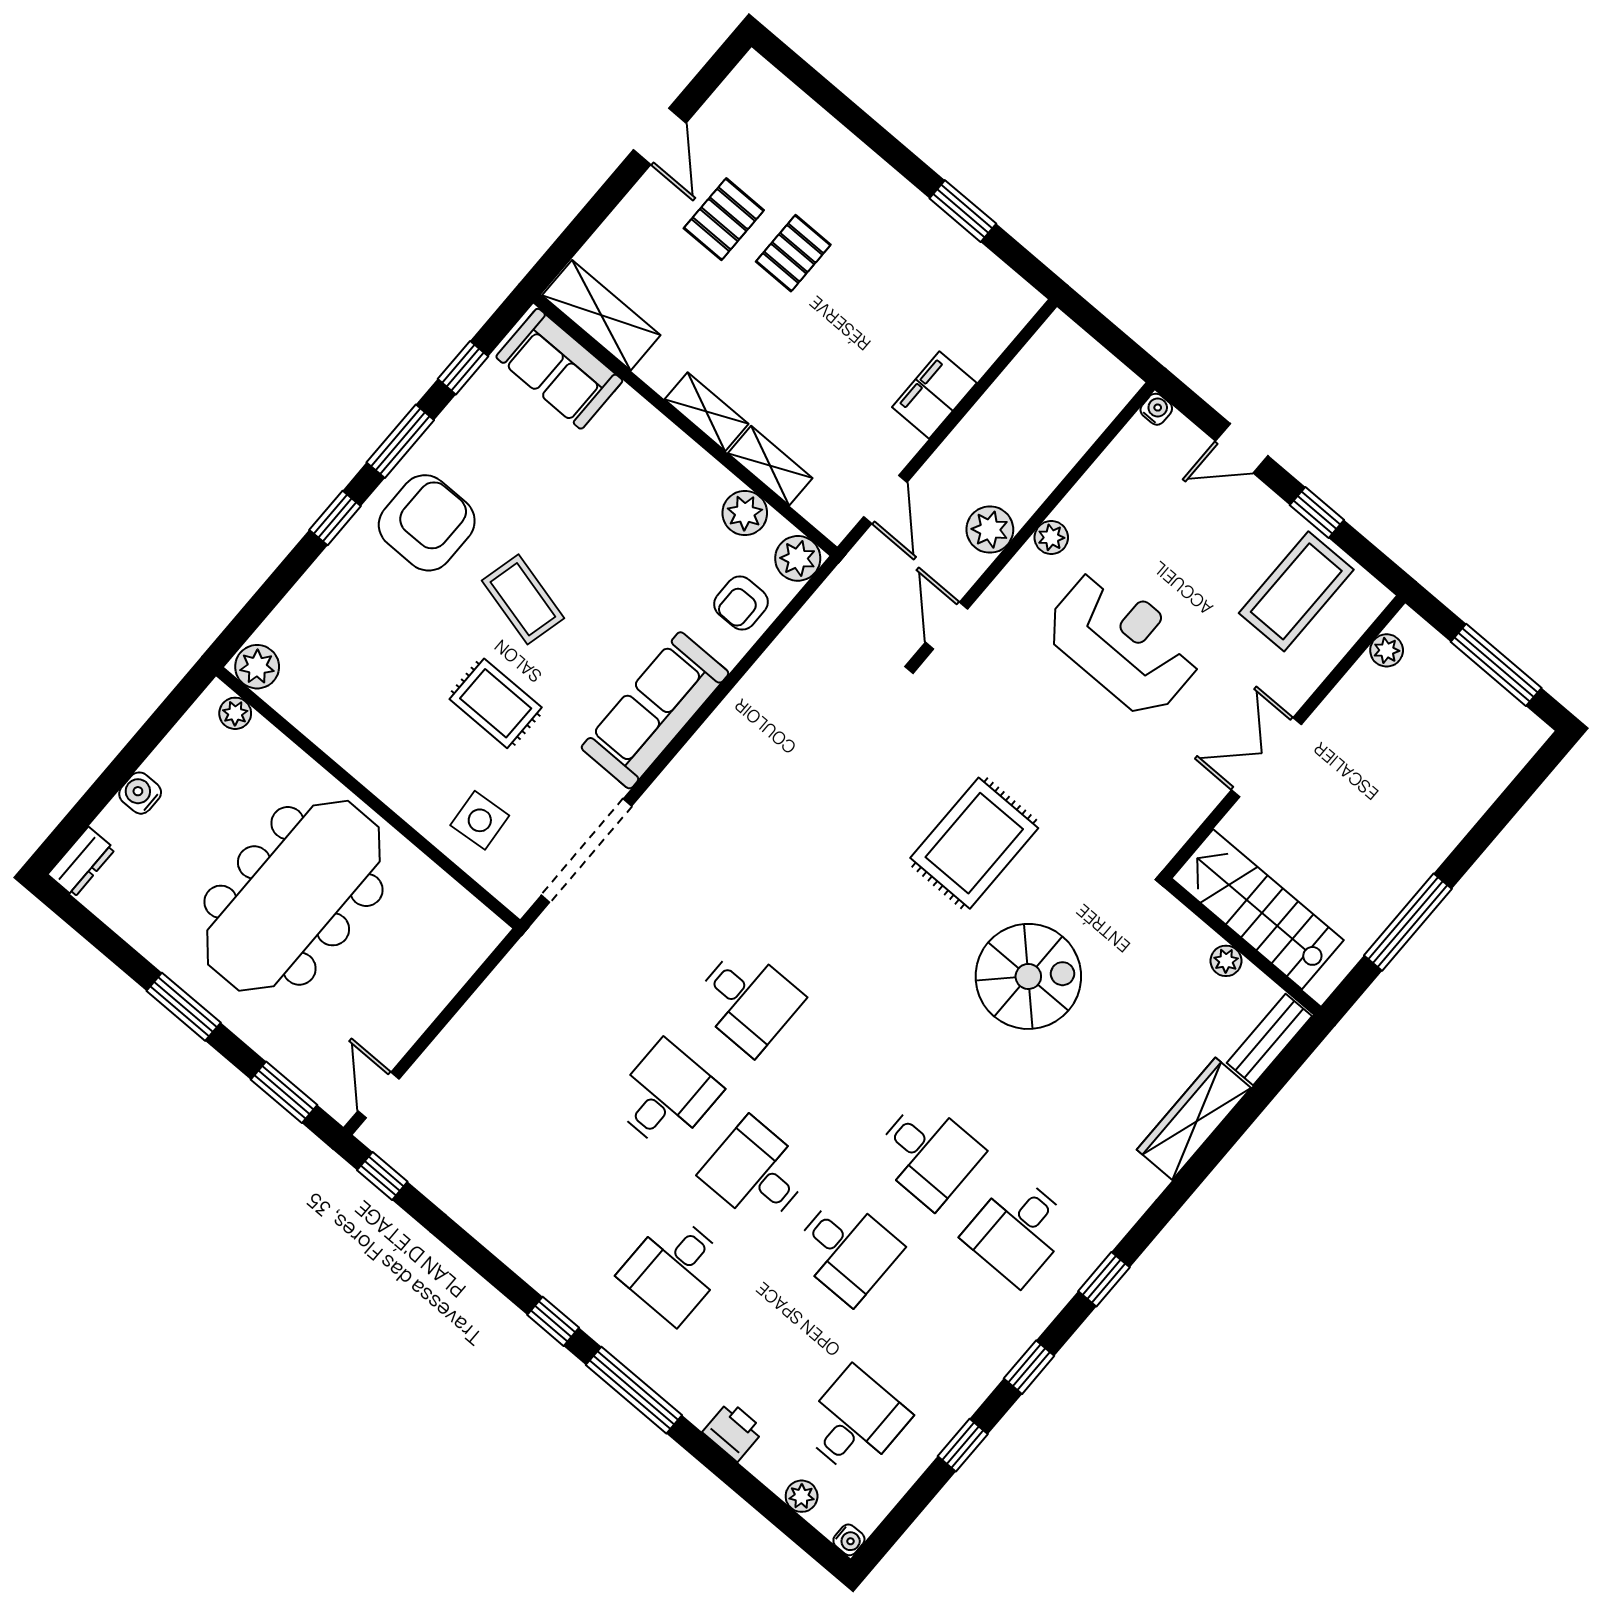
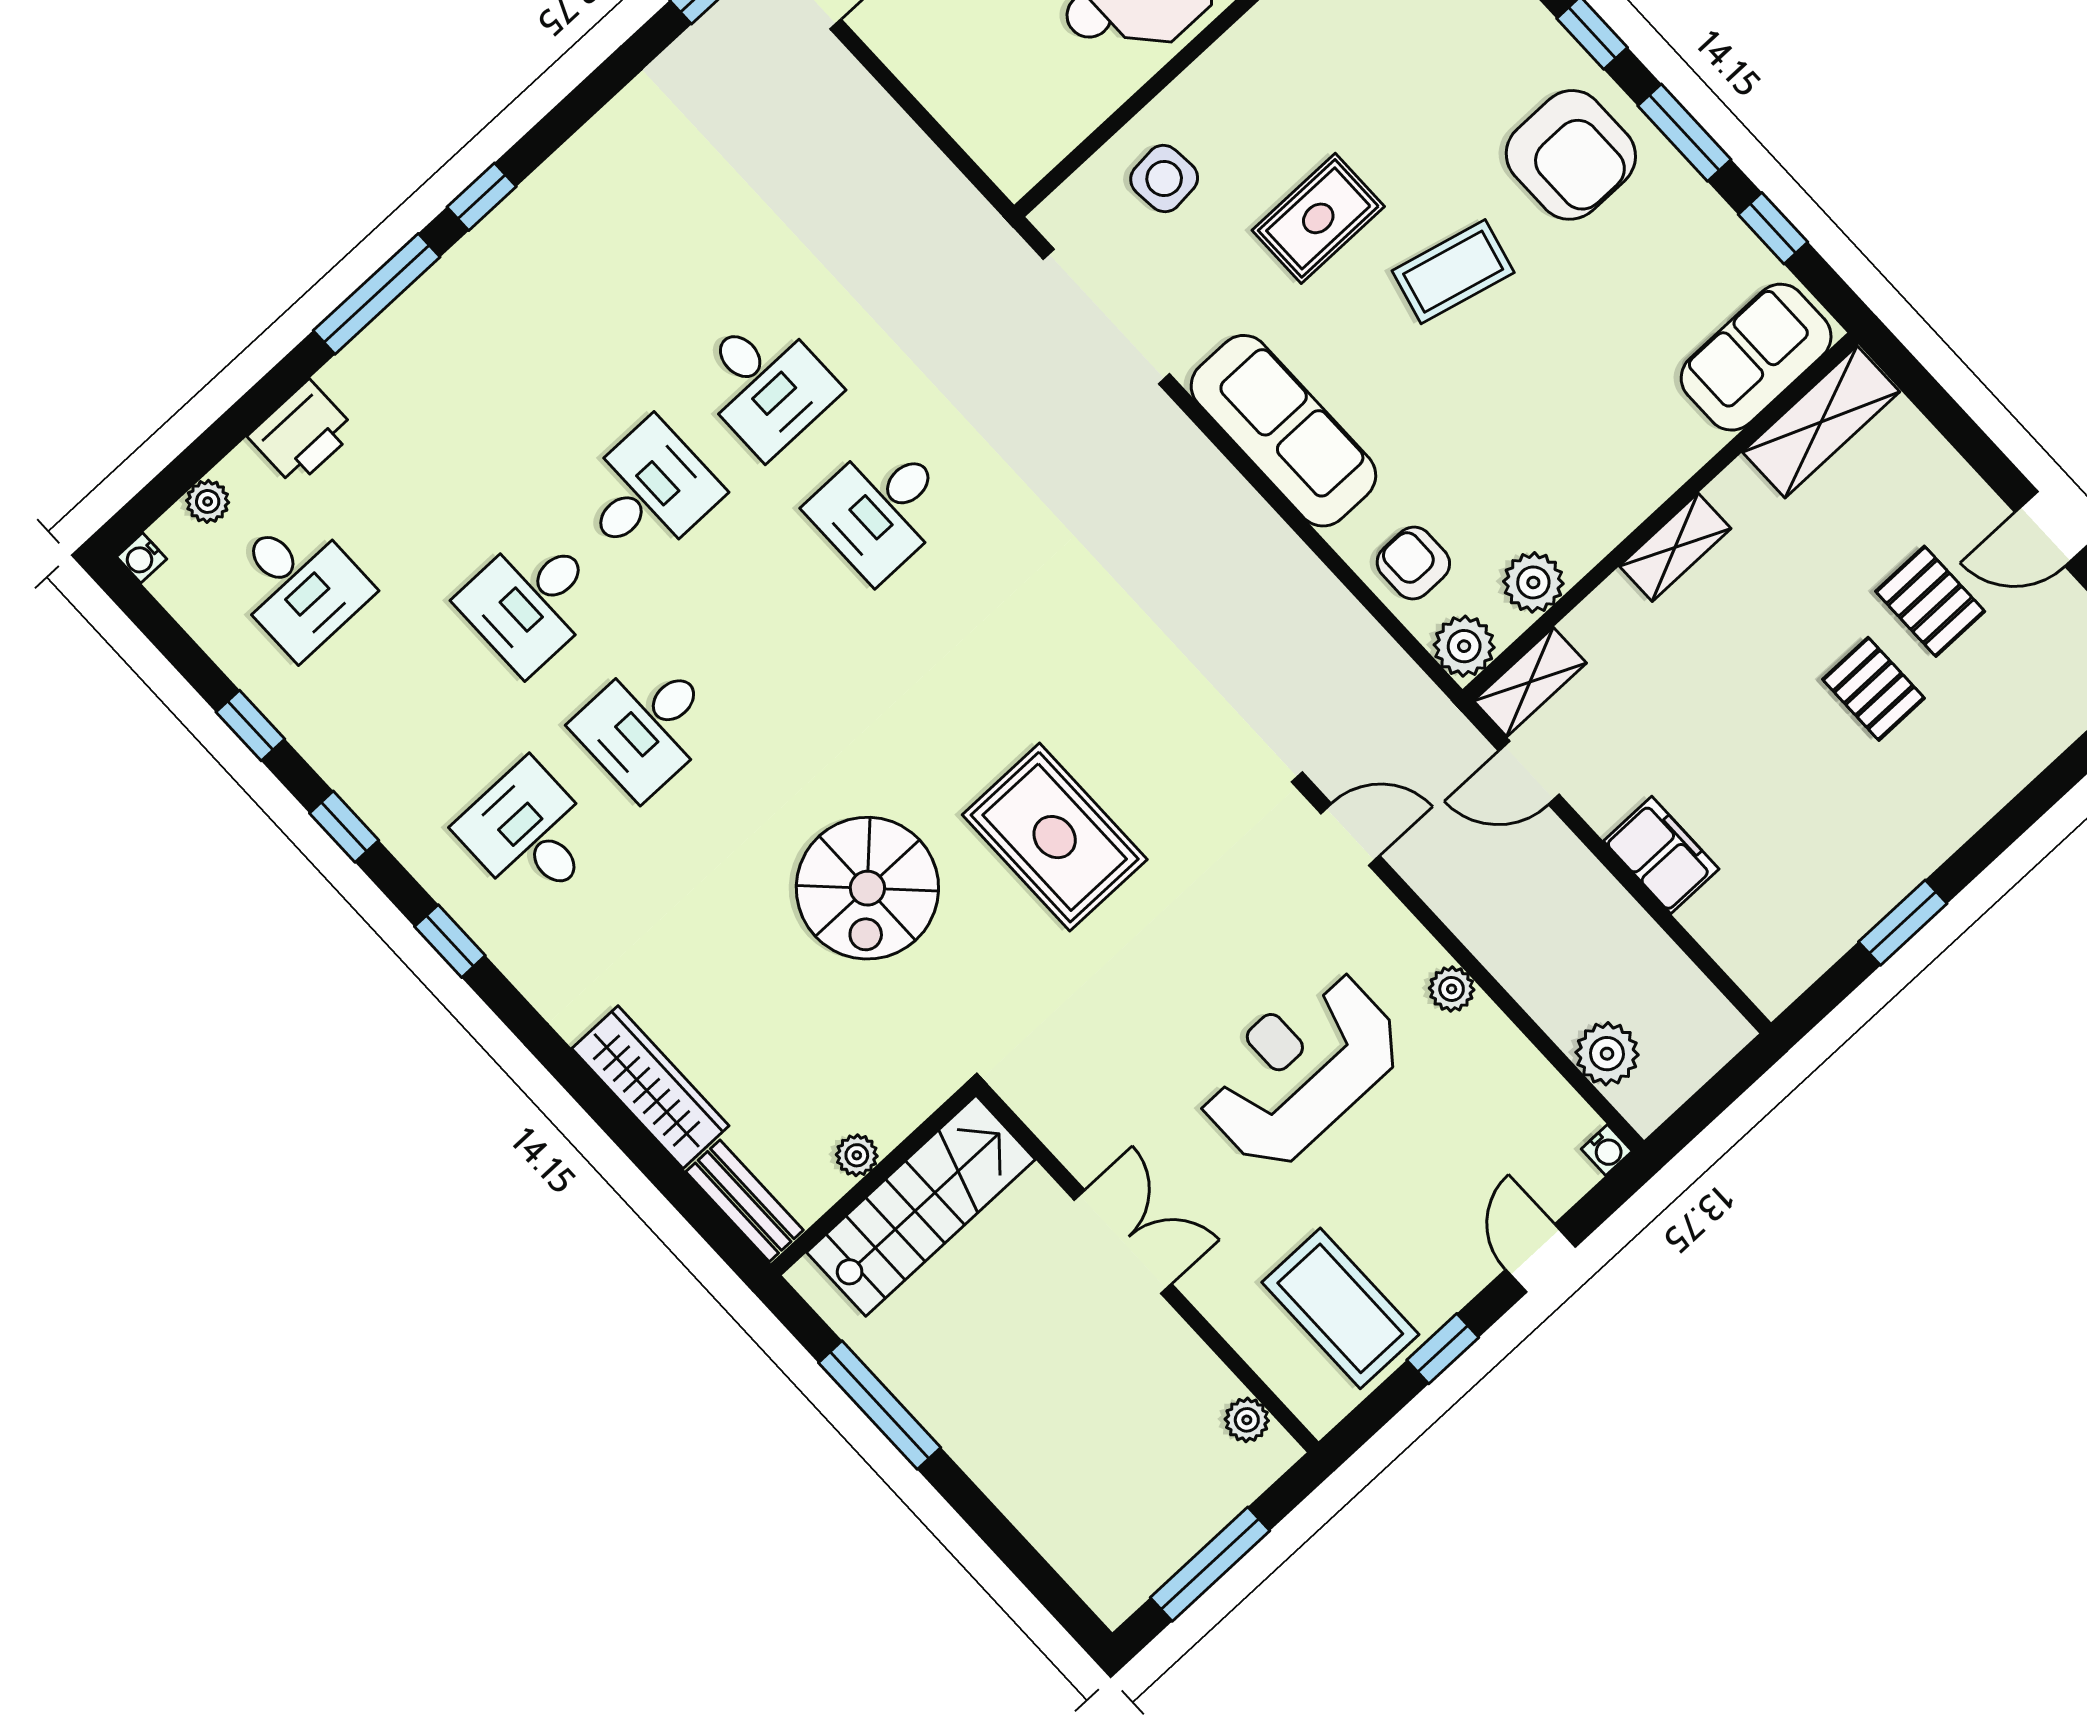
shelving: (770, 466) -> (1530, 682), moved
plant: (990, 530) -> (1607, 1054), moved
reception desk: (1123, 643) -> (1299, 1069), turned 180
desk: (674, 1269) -> (533, 367), removed
printer: (733, 1431) -> (302, 433), width x1.36, depth x1.24

